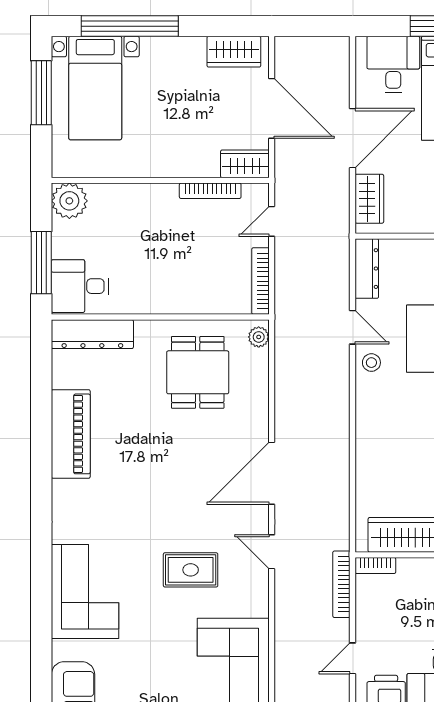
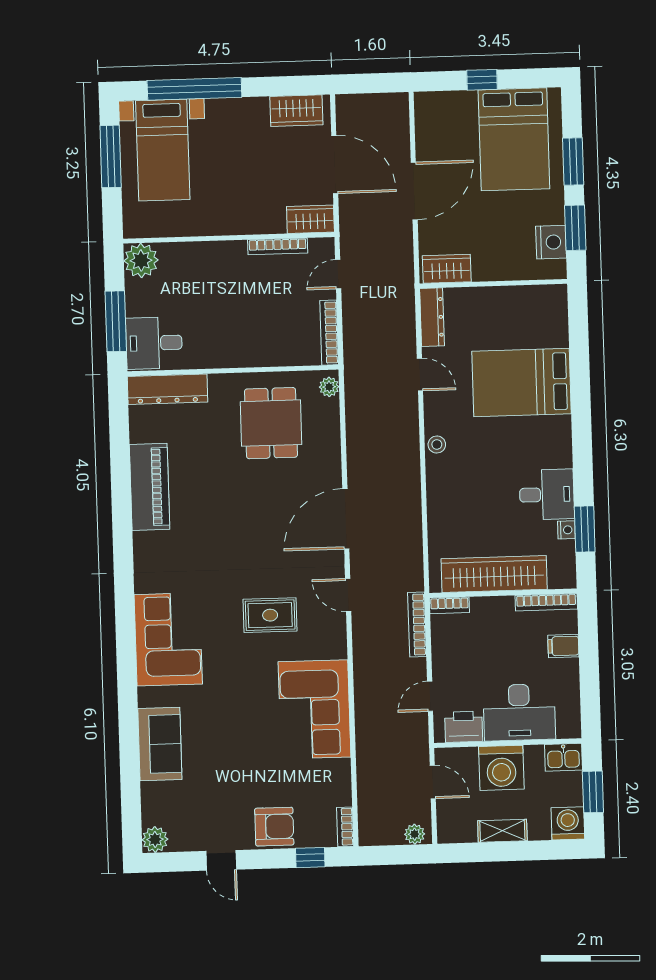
desk: (393, 65) -> (452, 118), removed
wardrobe: (369, 199) -> (447, 269), moved, turned -90
stool: (371, 363) -> (437, 444), moved

